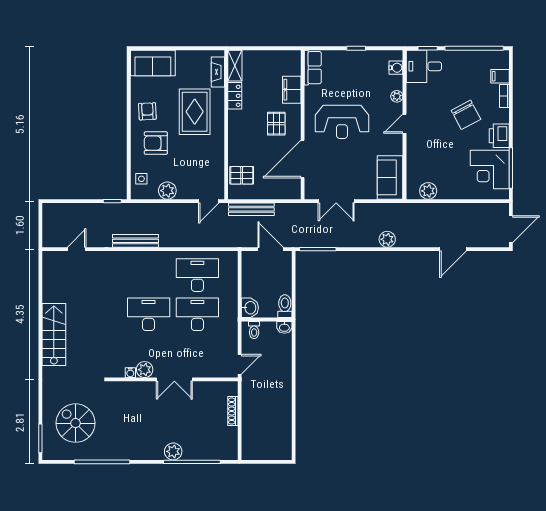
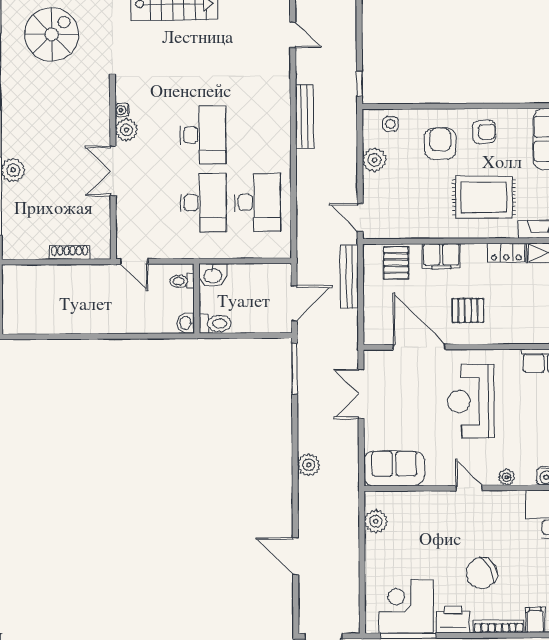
filing cabinet: (292, 90) -> (441, 256), moved, turned 180
bookcase: (504, 96) -> (499, 626), width x1.56

